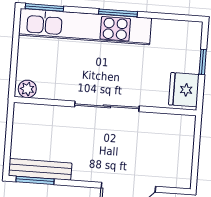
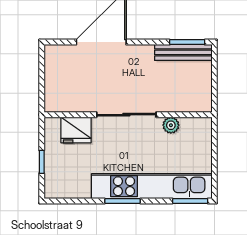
plant: (27, 89) -> (171, 125), moved
fridge: (184, 90) -> (76, 130), moved, turned 90

